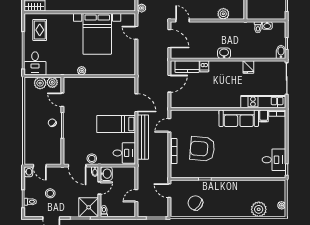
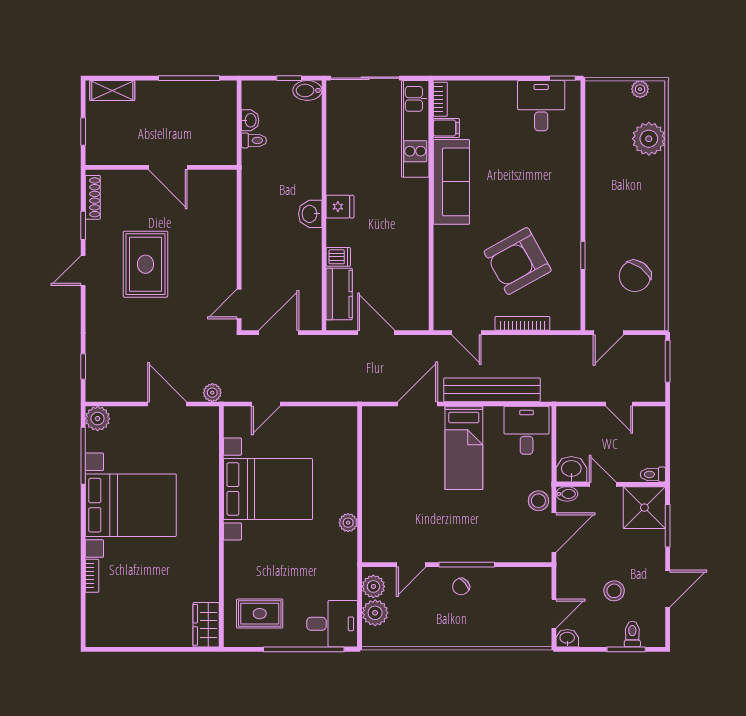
plant: (223, 14) -> (225, 216), removed
fridge: (248, 67) -> (340, 207), moved
armchair: (202, 149) -> (518, 261), turned 56

